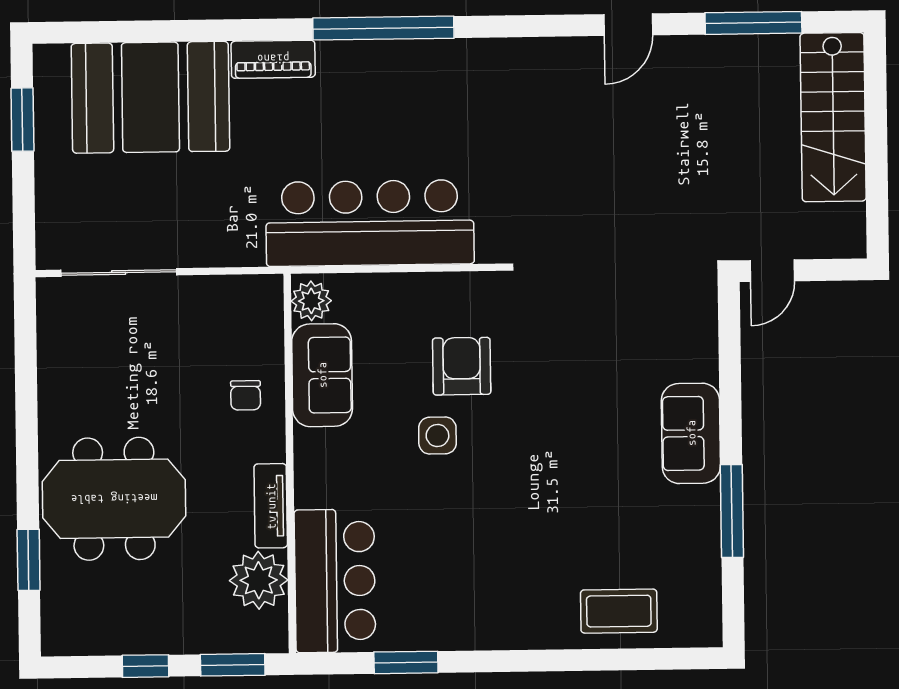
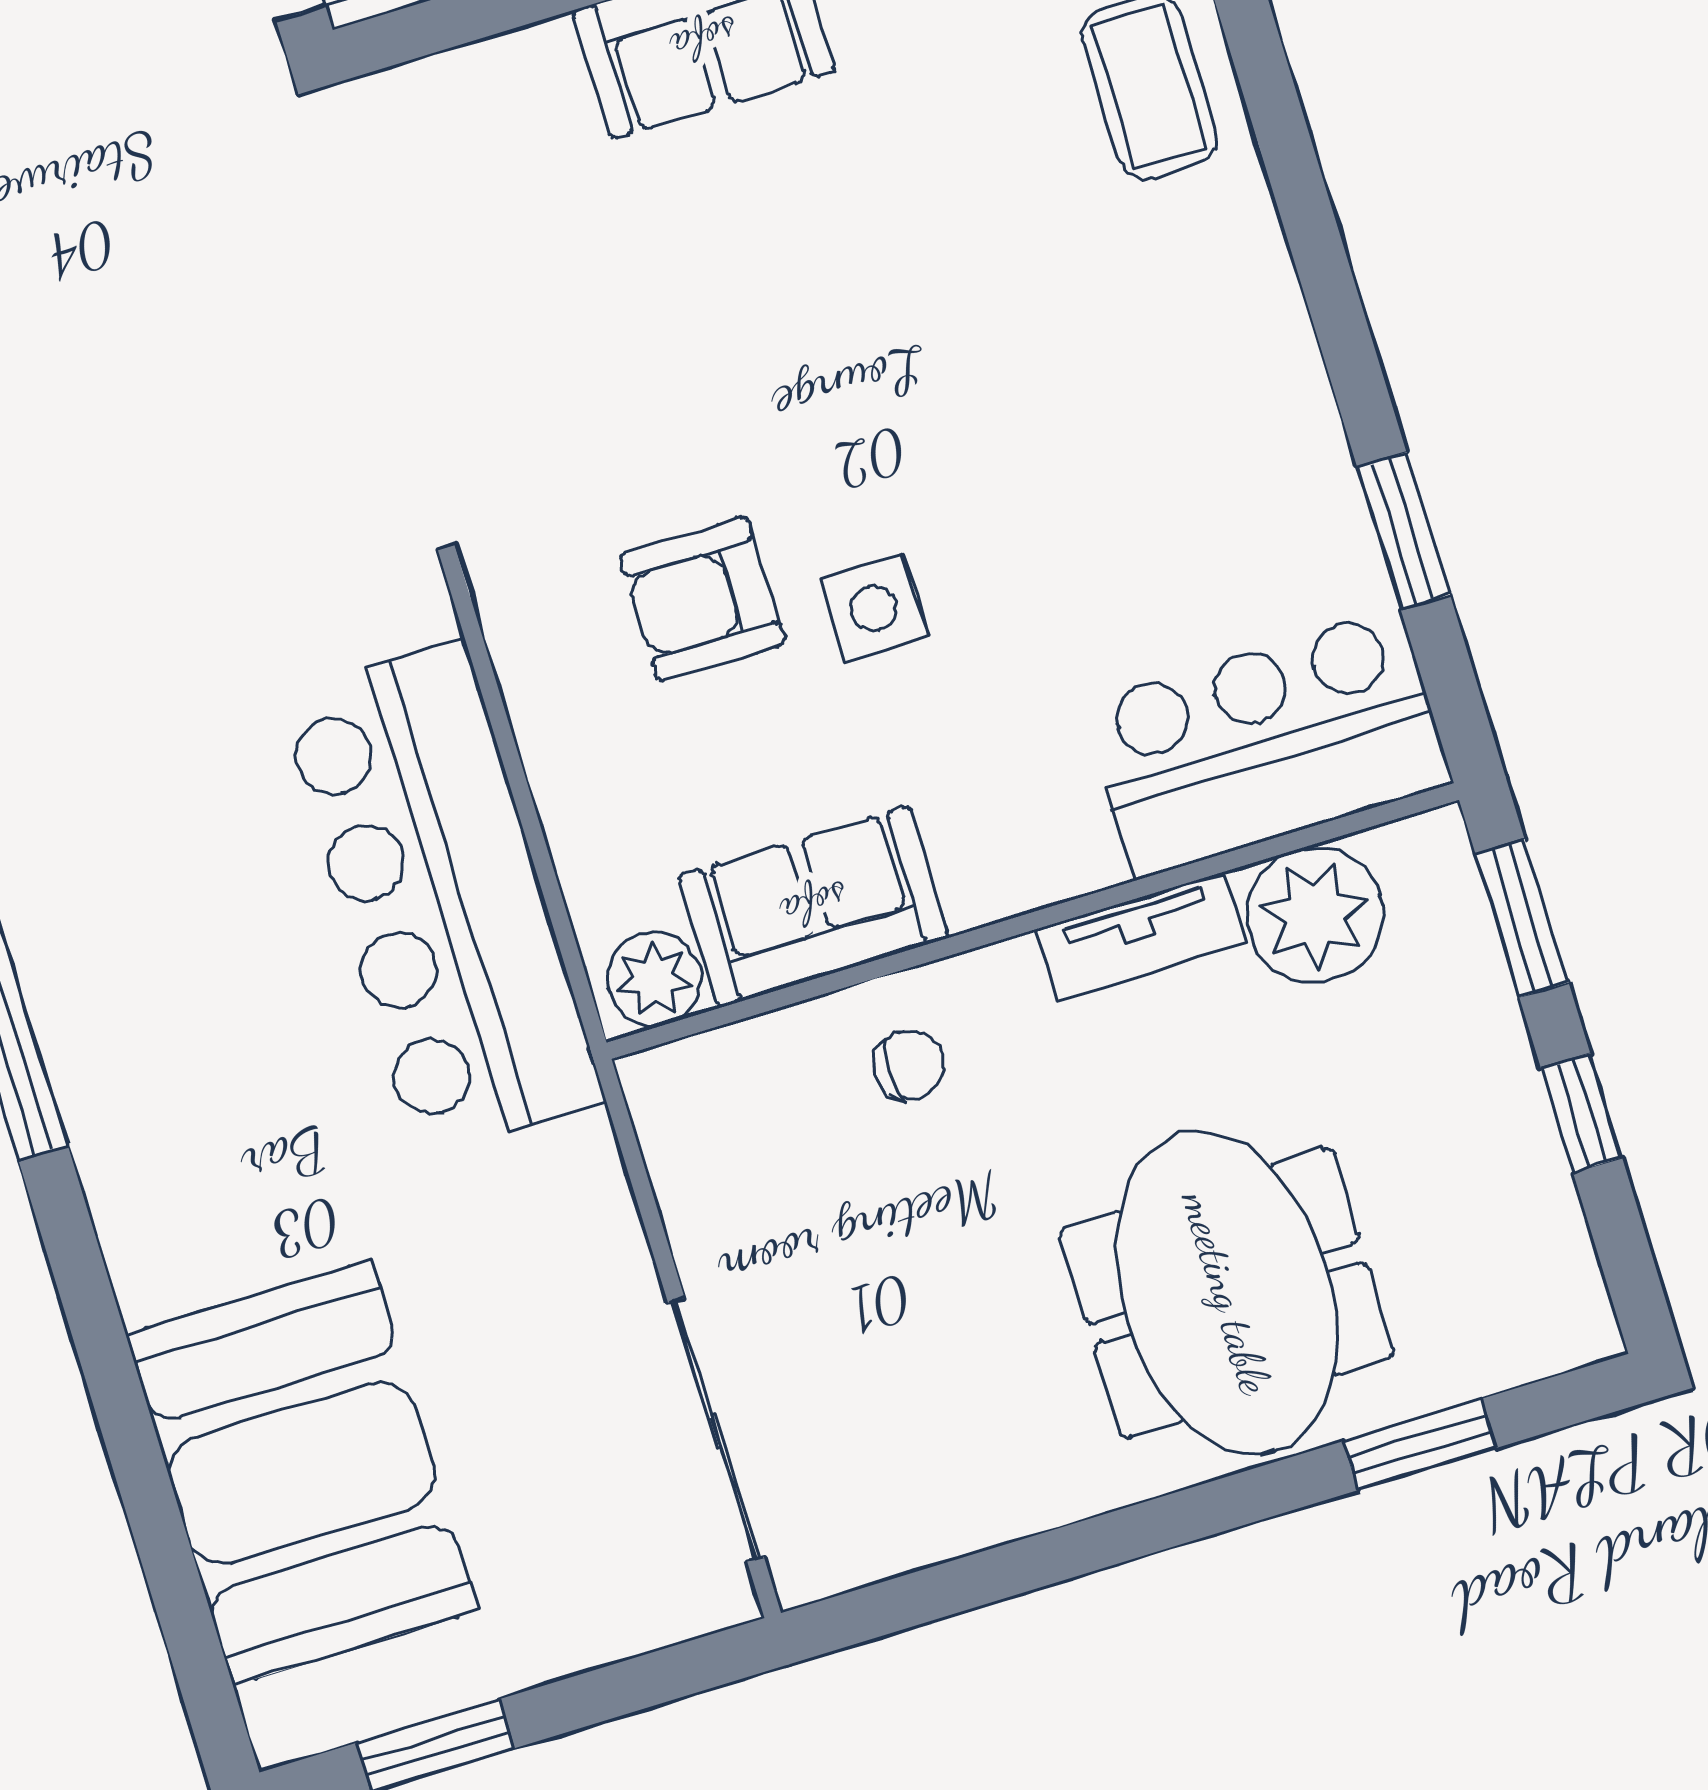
piano: (273, 59) -> (137, 1222), removed

